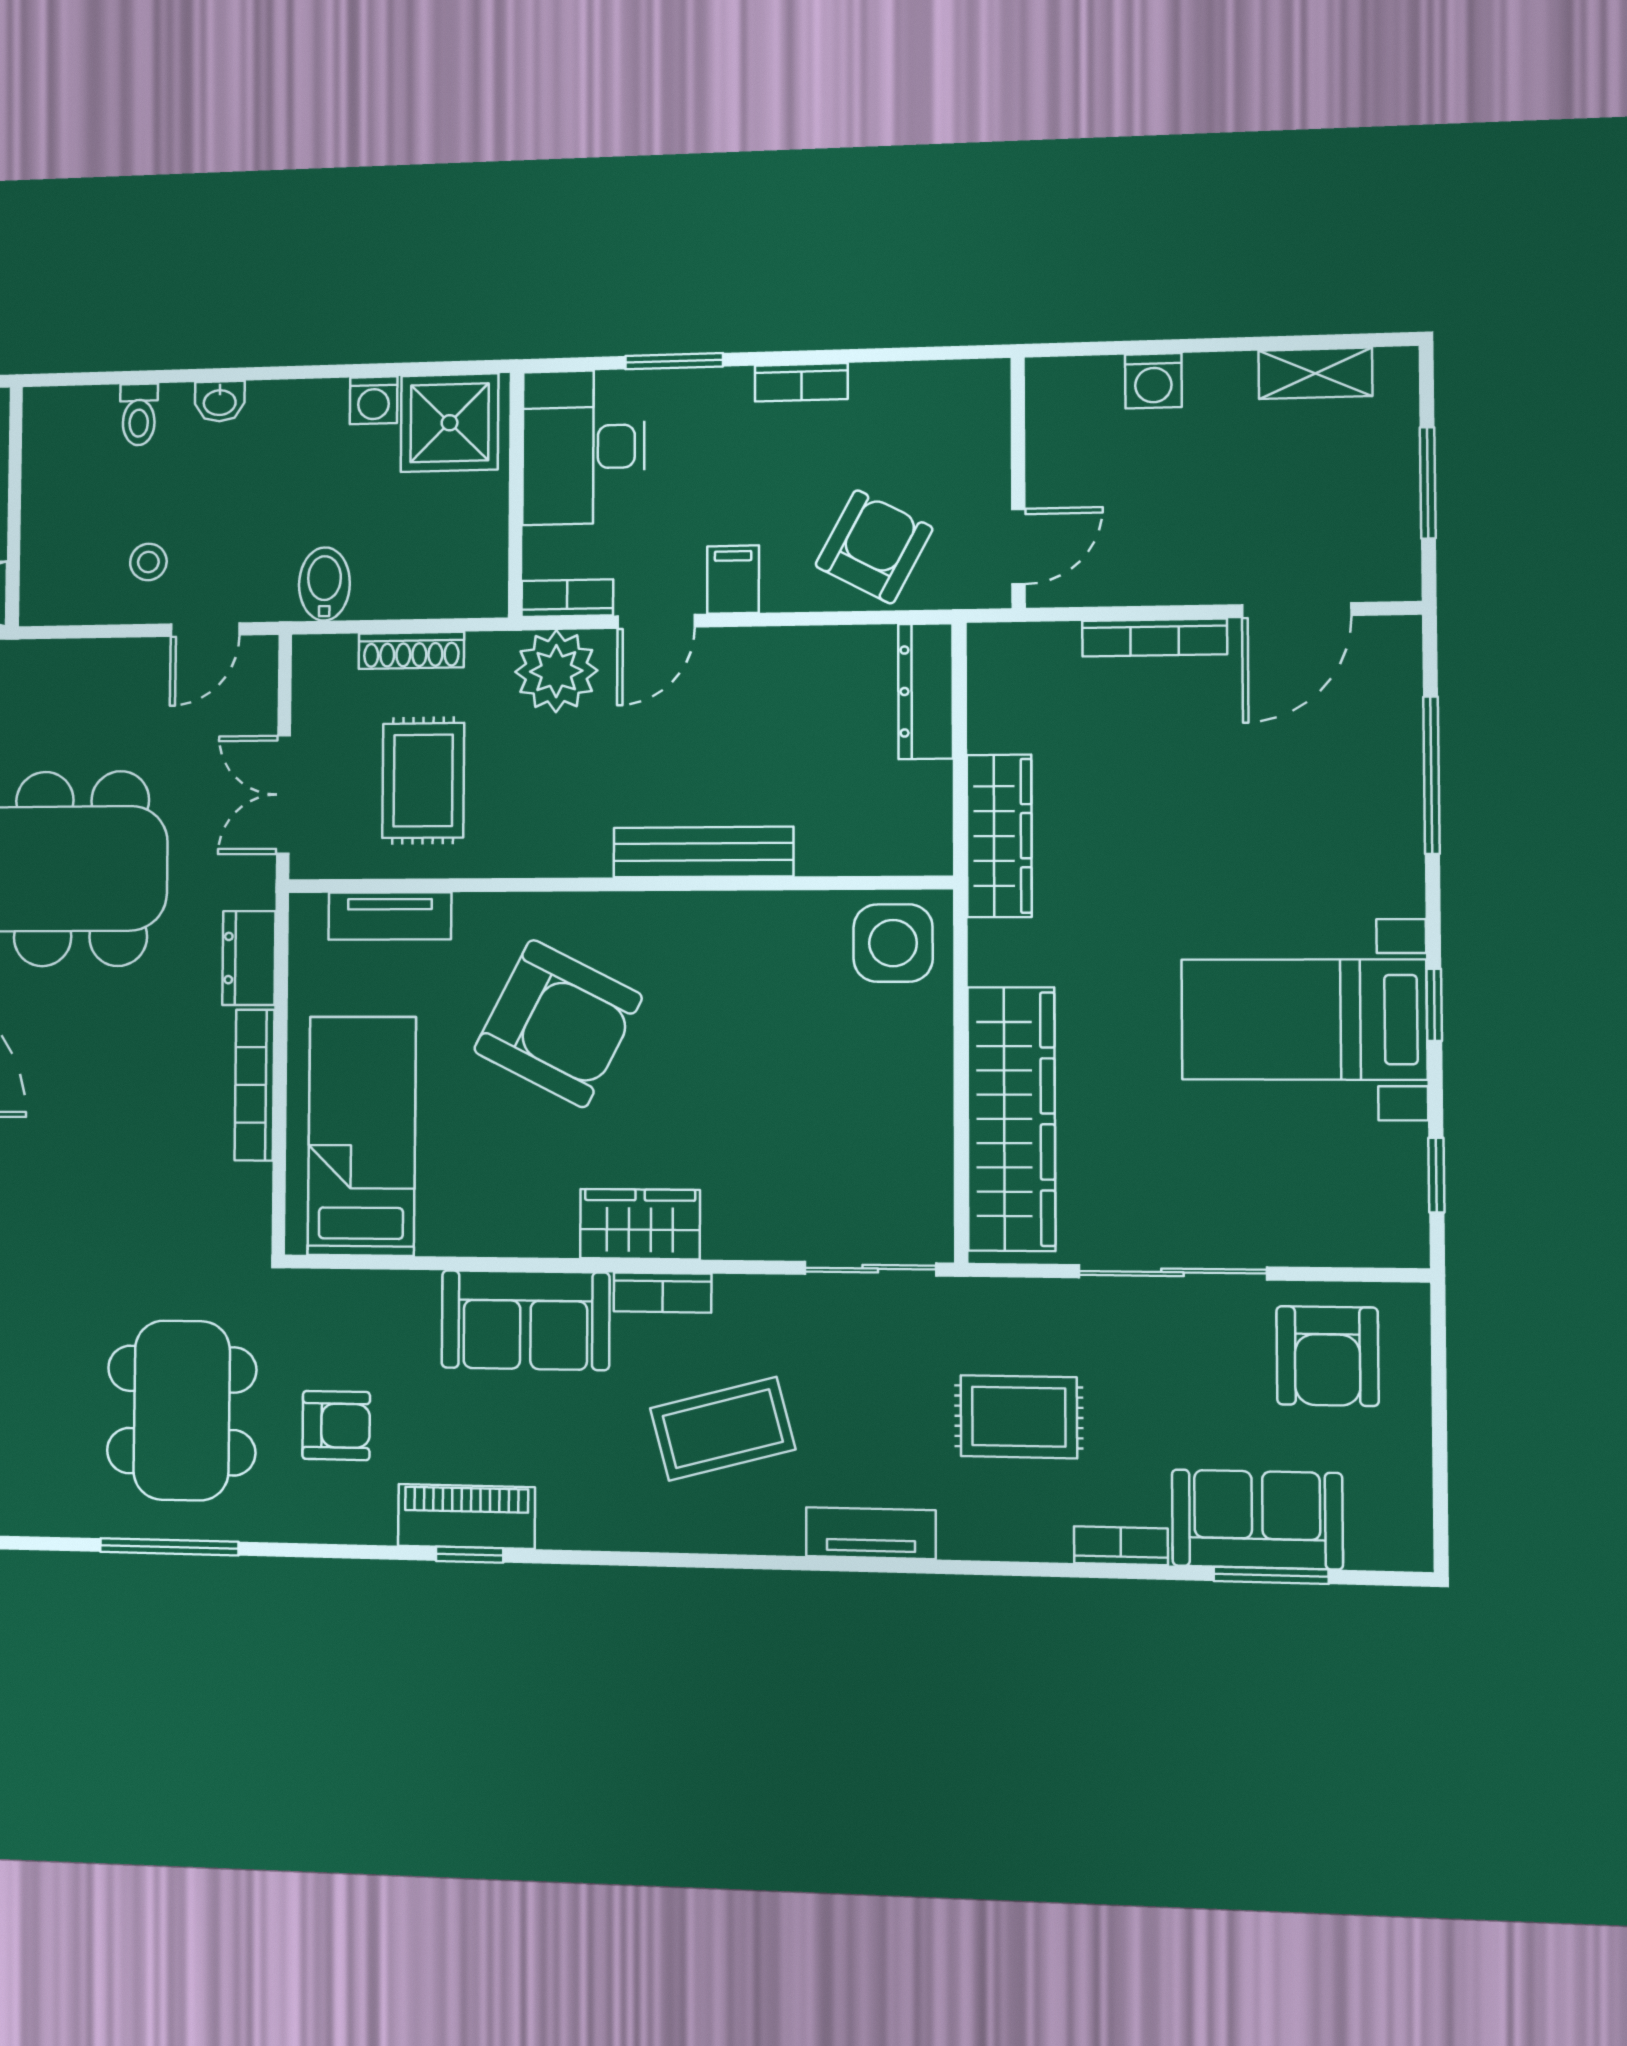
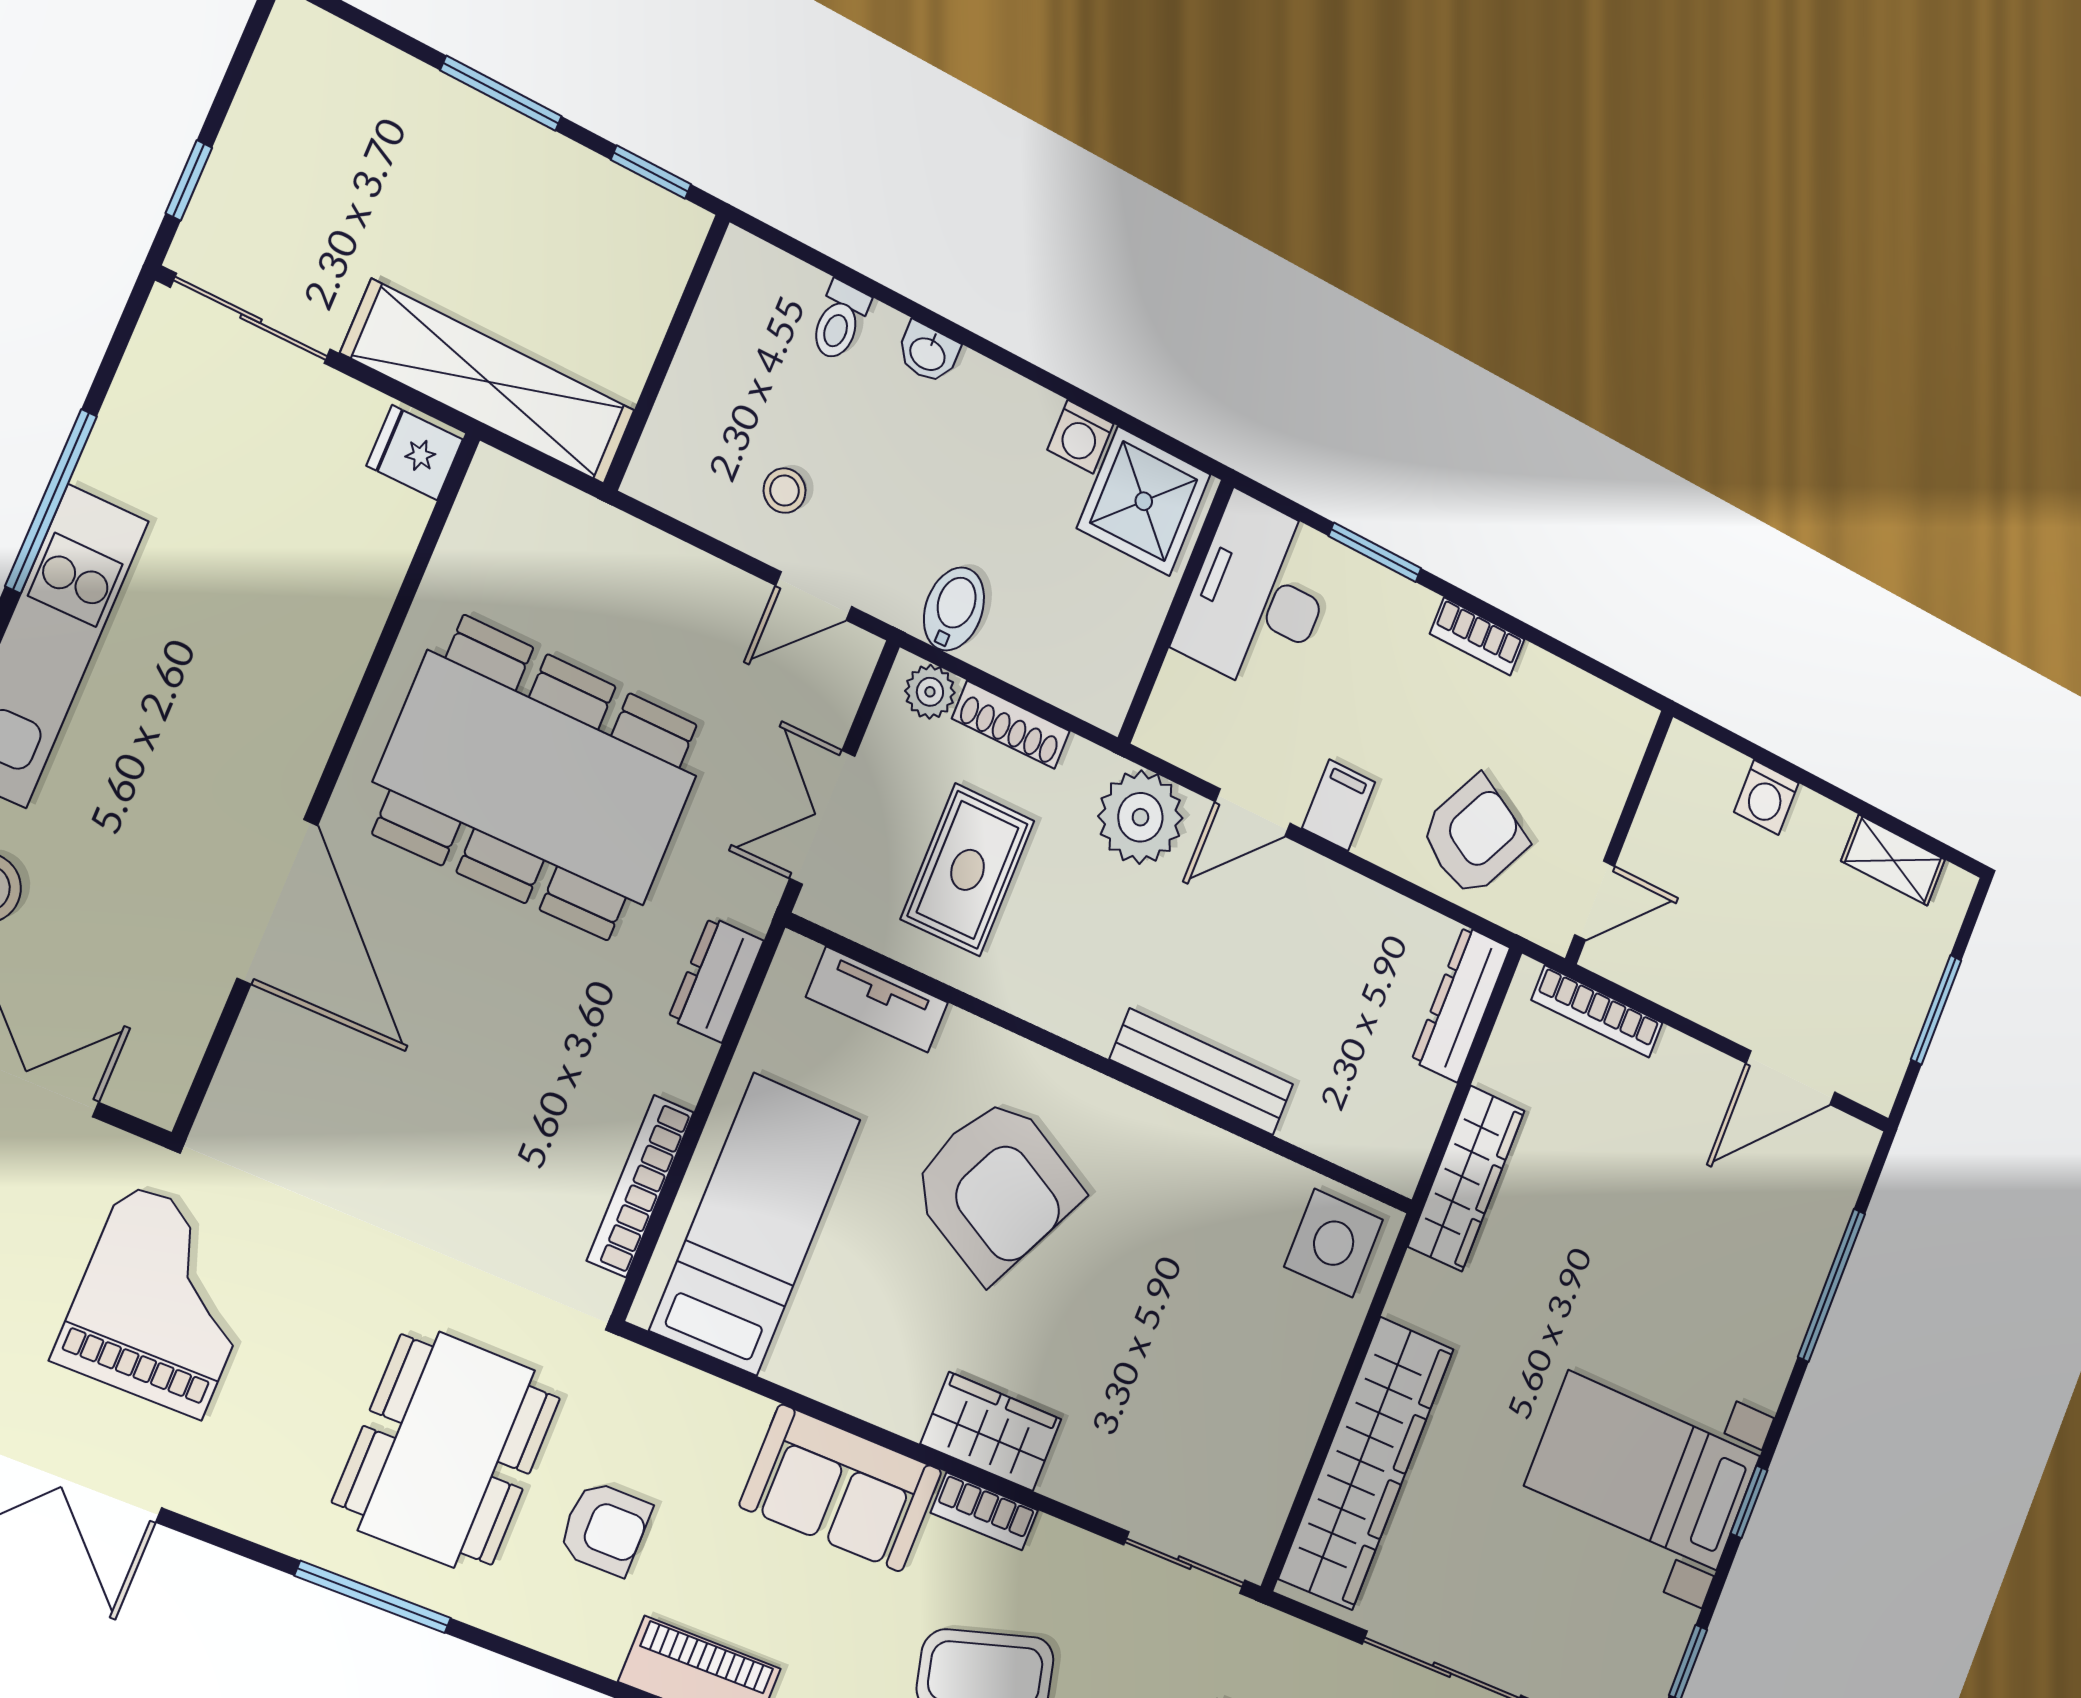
bookcase: (567, 598) -> (1181, 746), removed
bookcase: (1154, 637) -> (1597, 1011), moved
plant: (332, 657) -> (930, 692), added
bookcase: (254, 1085) -> (640, 1186), moved

